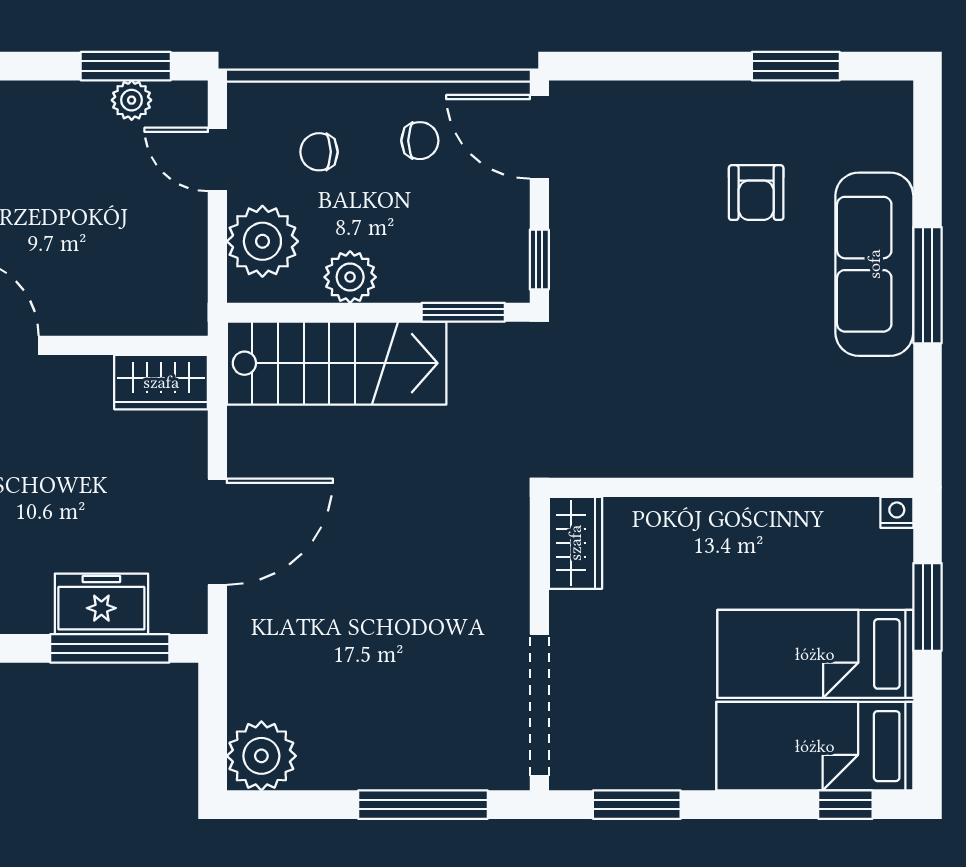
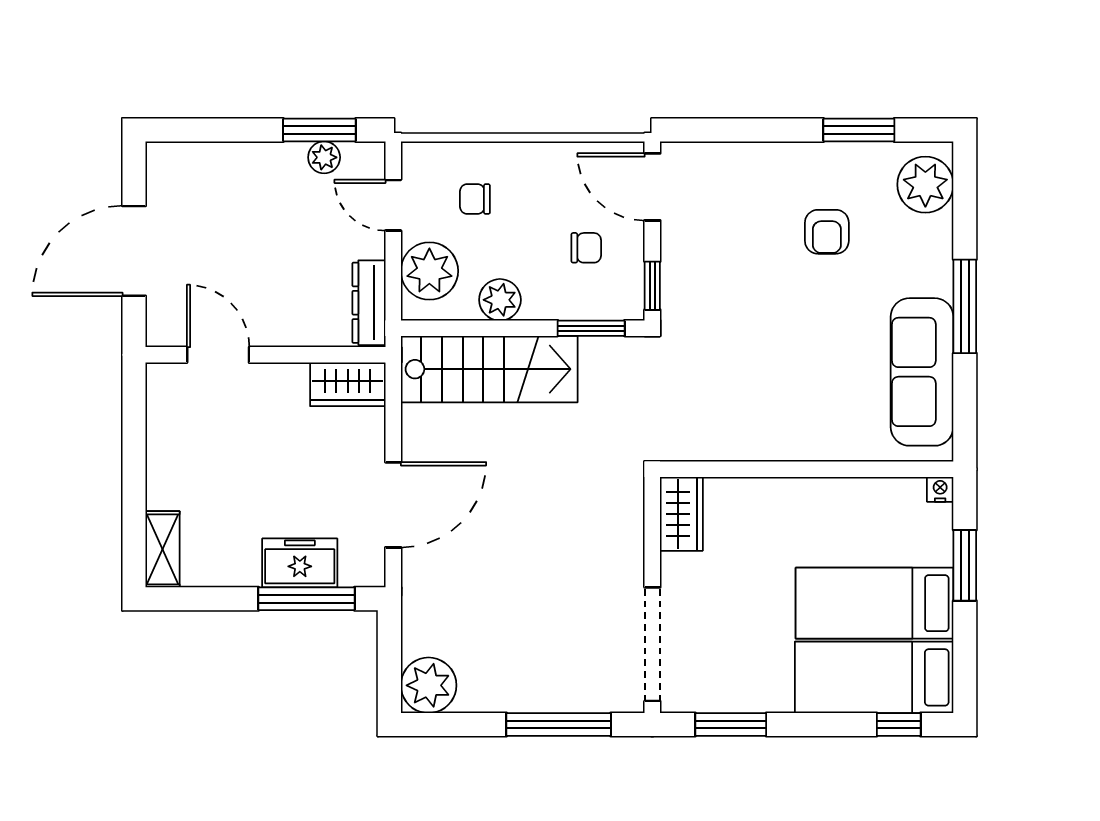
plant: (878, 134) -> (925, 185), added
chair: (420, 141) -> (586, 248), moved
sofa: (874, 264) -> (922, 372), moved
dresser: (187, 281) -> (369, 303), added

